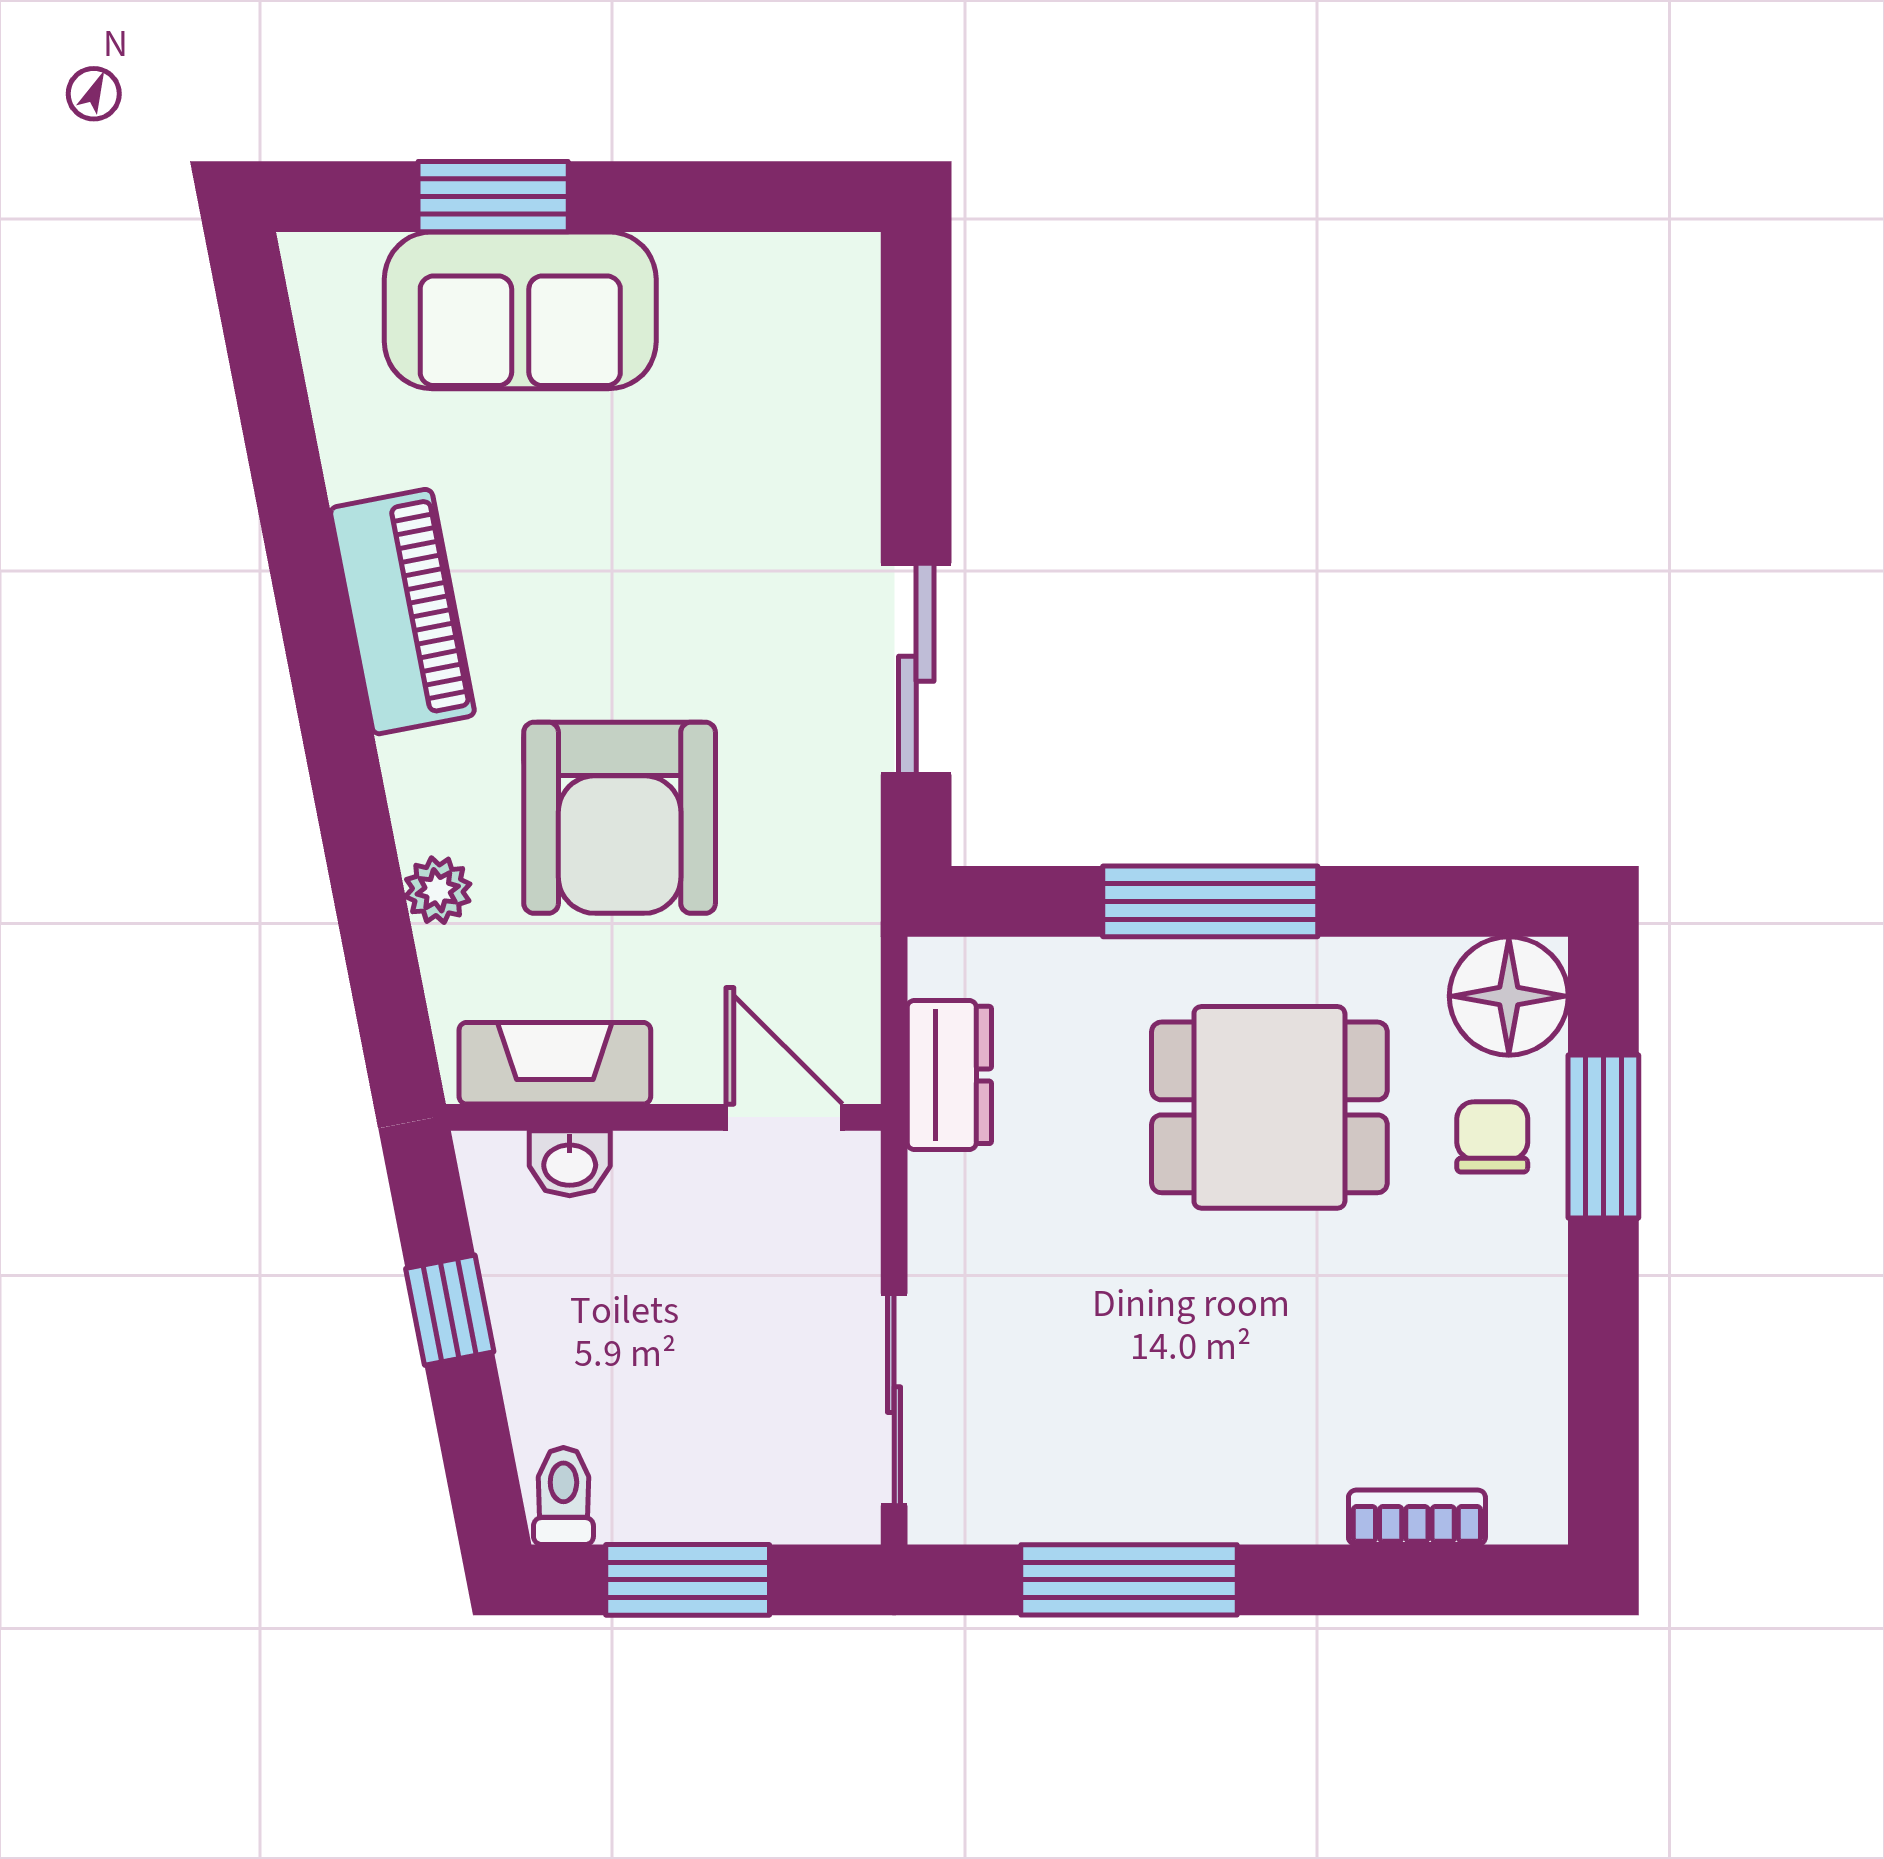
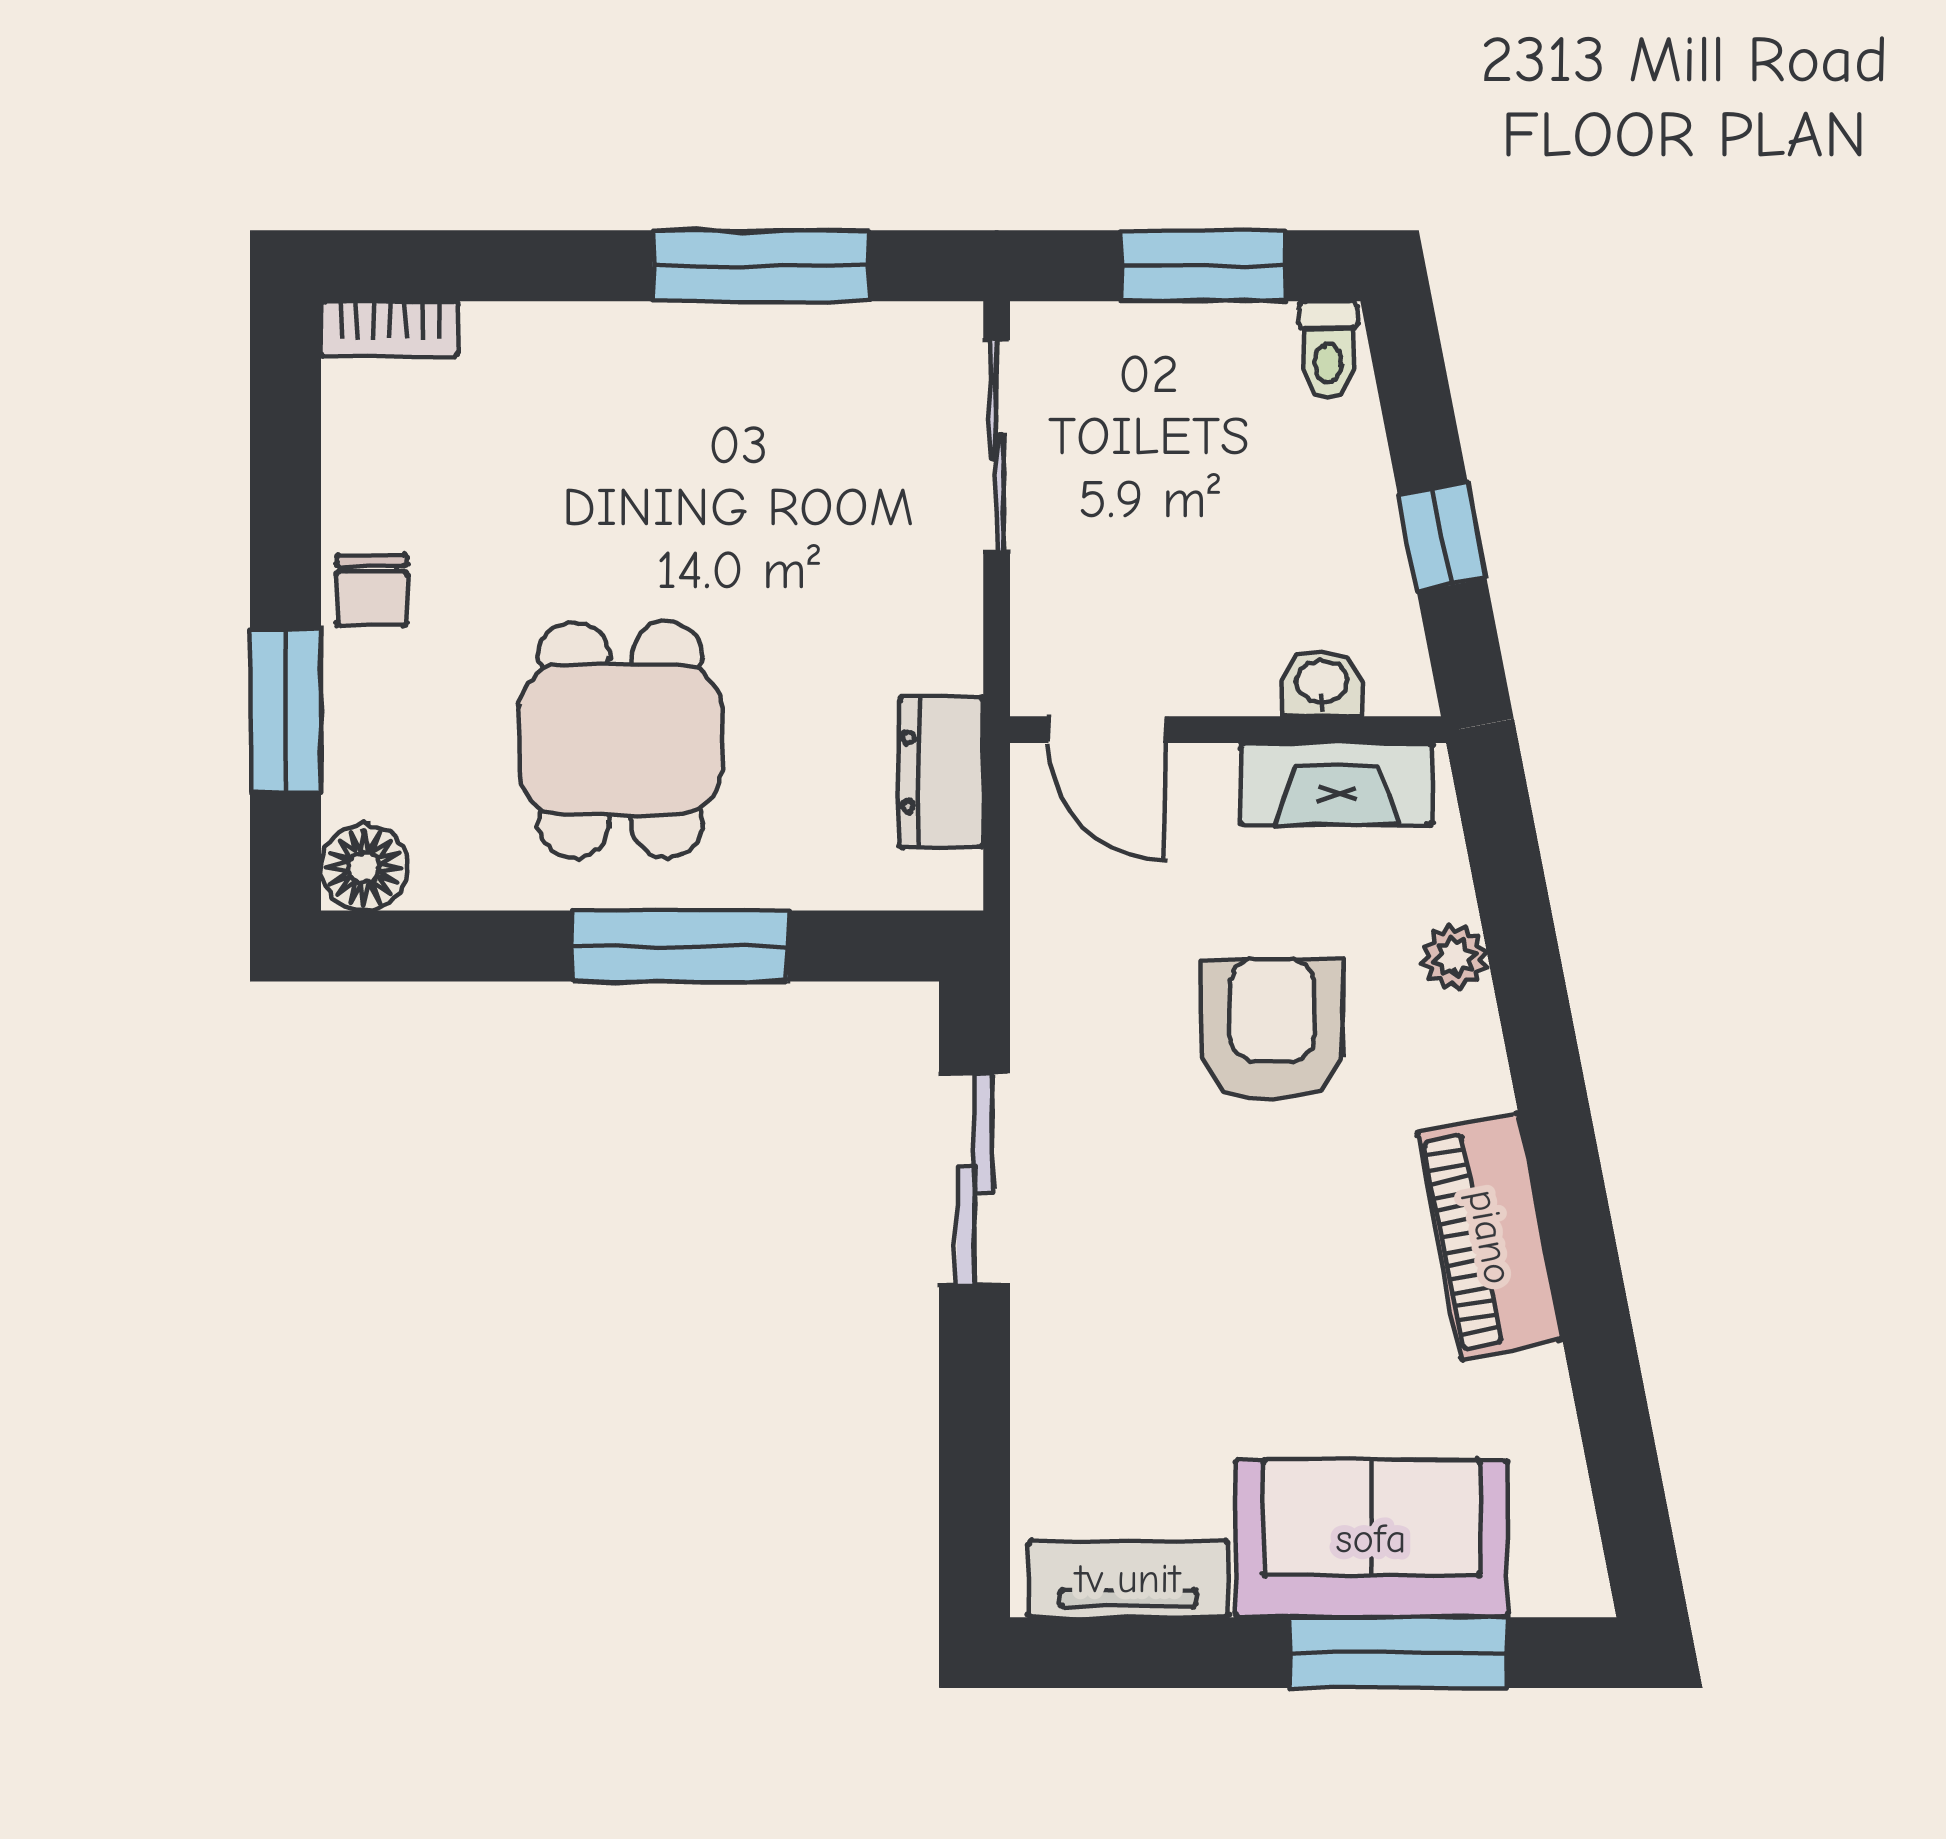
window: (493, 197) -> (1399, 1653), width x1.44
tv unit: (763, 270) -> (1128, 1579), added
armchair: (620, 818) -> (1272, 1030), width x0.73, depth x0.73
floor lamp: (1509, 996) -> (364, 867), width x0.73, depth x0.73
dining table: (1269, 1107) -> (620, 740), turned 90
chair: (1492, 1137) -> (371, 590), moved
bookcase: (1417, 1517) -> (389, 329), moved

